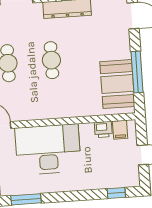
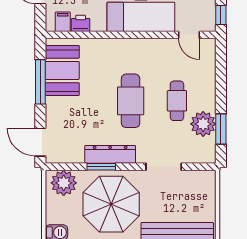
cafe table: (51, 60) -> (131, 101), width x1.37, depth x1.35

